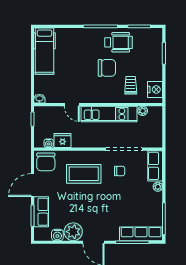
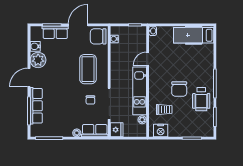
fridge: (63, 141) -> (117, 130), moved
door: (33, 185) -> (78, 25), hinge flipped
row of seats: (141, 234) -> (36, 106), moved

